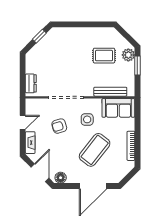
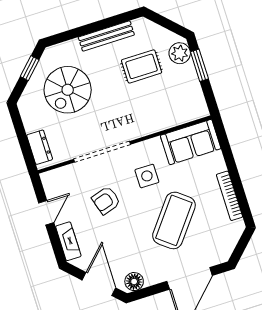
spiral stairs: (57, 56) -> (68, 90), added
bench: (110, 92) -> (106, 36), moved

